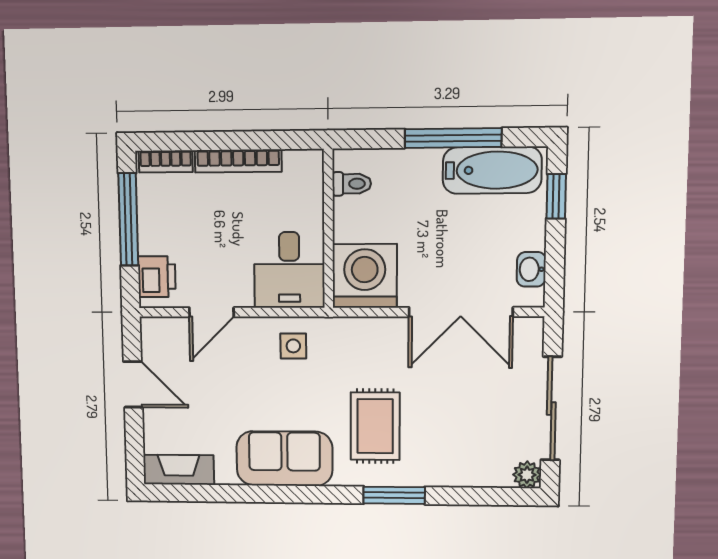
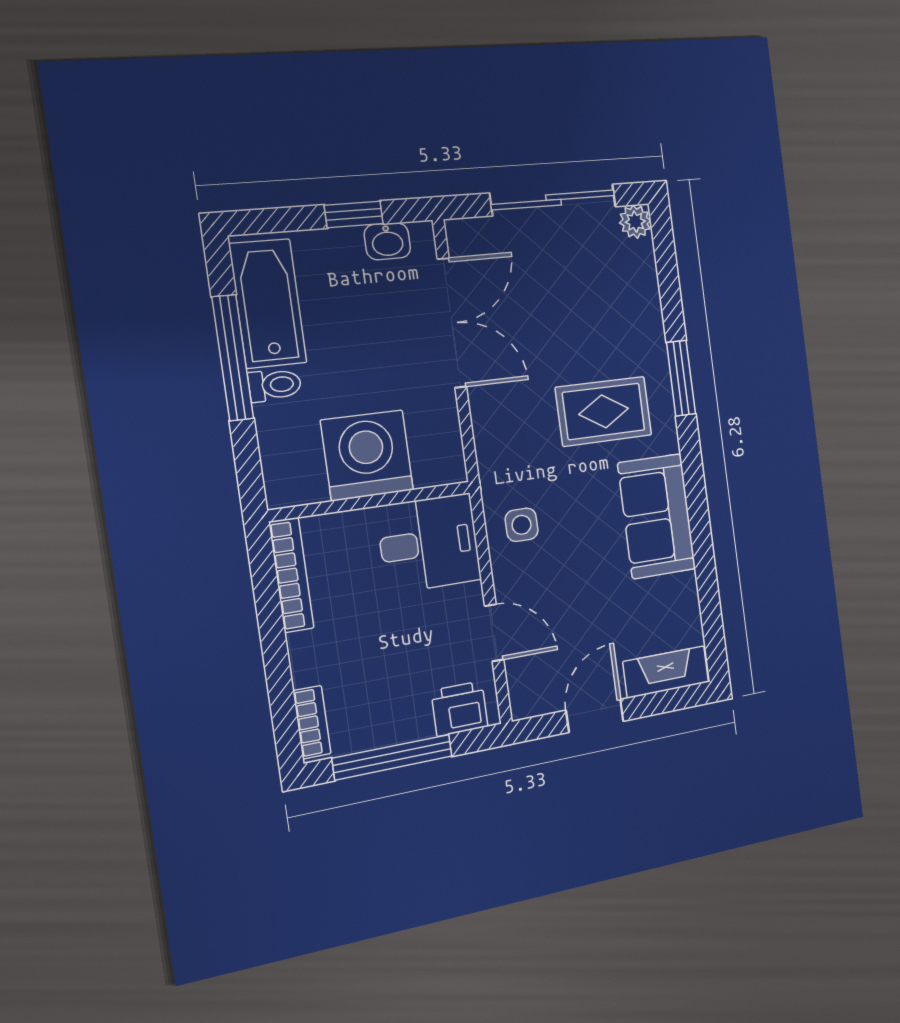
bookcase: (238, 161) -> (291, 575), moved
toilet: (352, 184) -> (275, 385), moved, turned 90
window: (556, 196) -> (354, 215), moved
washing machine: (365, 276) -> (367, 455), moved, turned 90
fireplace: (179, 470) -> (666, 672), moved, turned 90

